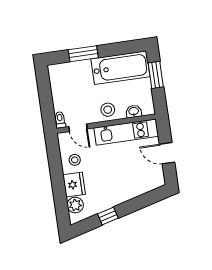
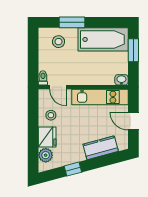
stool: (108, 110) -> (58, 42), moved
washbasin: (134, 111) -> (121, 80), moved
kitchen counter: (135, 188) -> (101, 148), added

